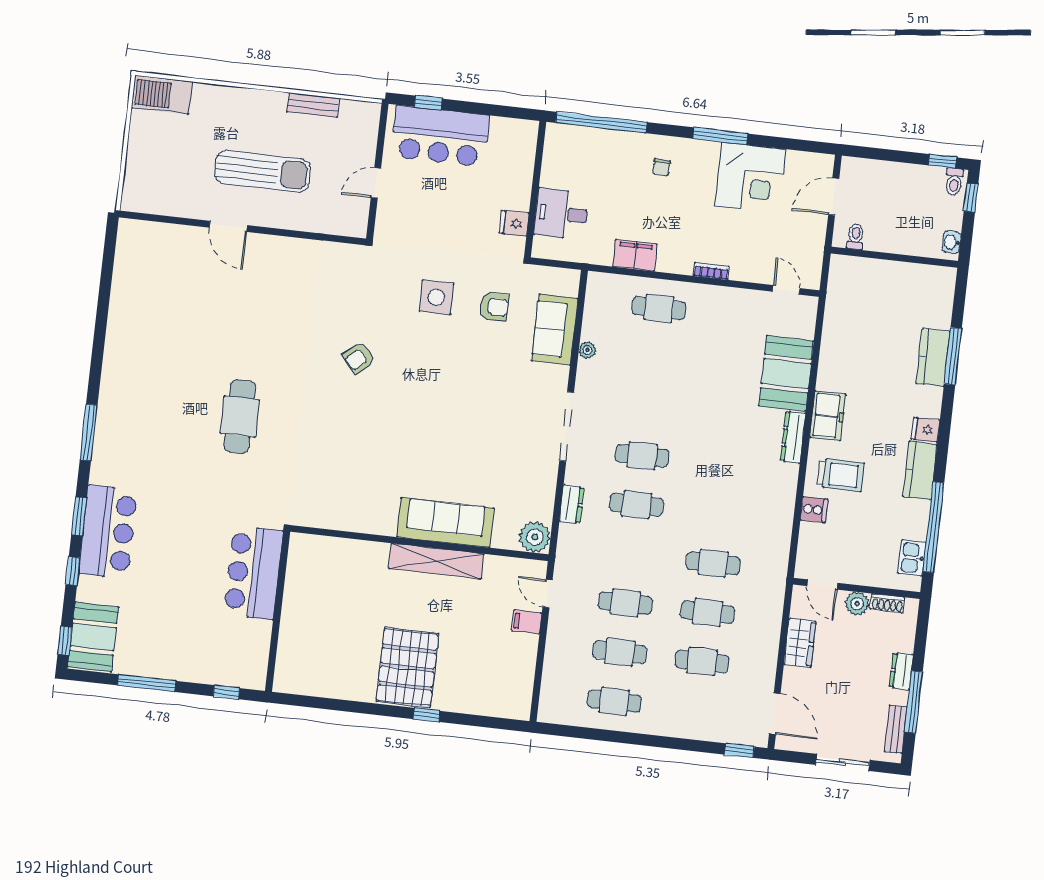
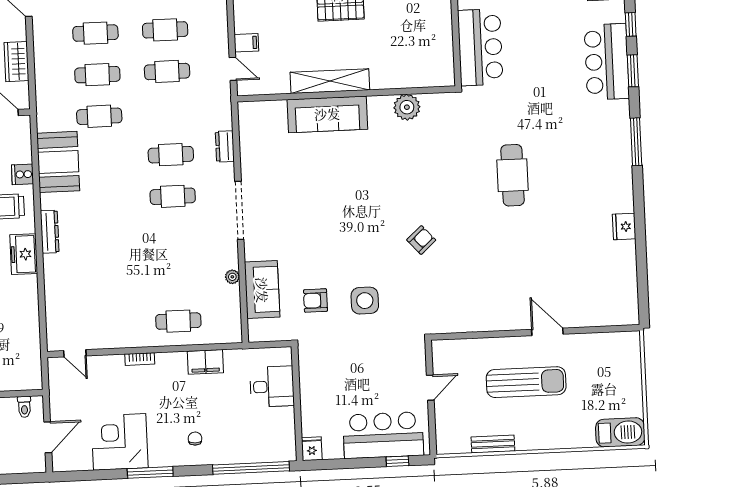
sun lounger: (263, 171) -> (526, 382), turned 180
fridge: (514, 223) -> (312, 449), moved, turned -90
fridge: (119, 335) -> (624, 227), added
booth: (786, 373) -> (58, 162), moved
plant: (535, 537) -> (407, 107), moved

